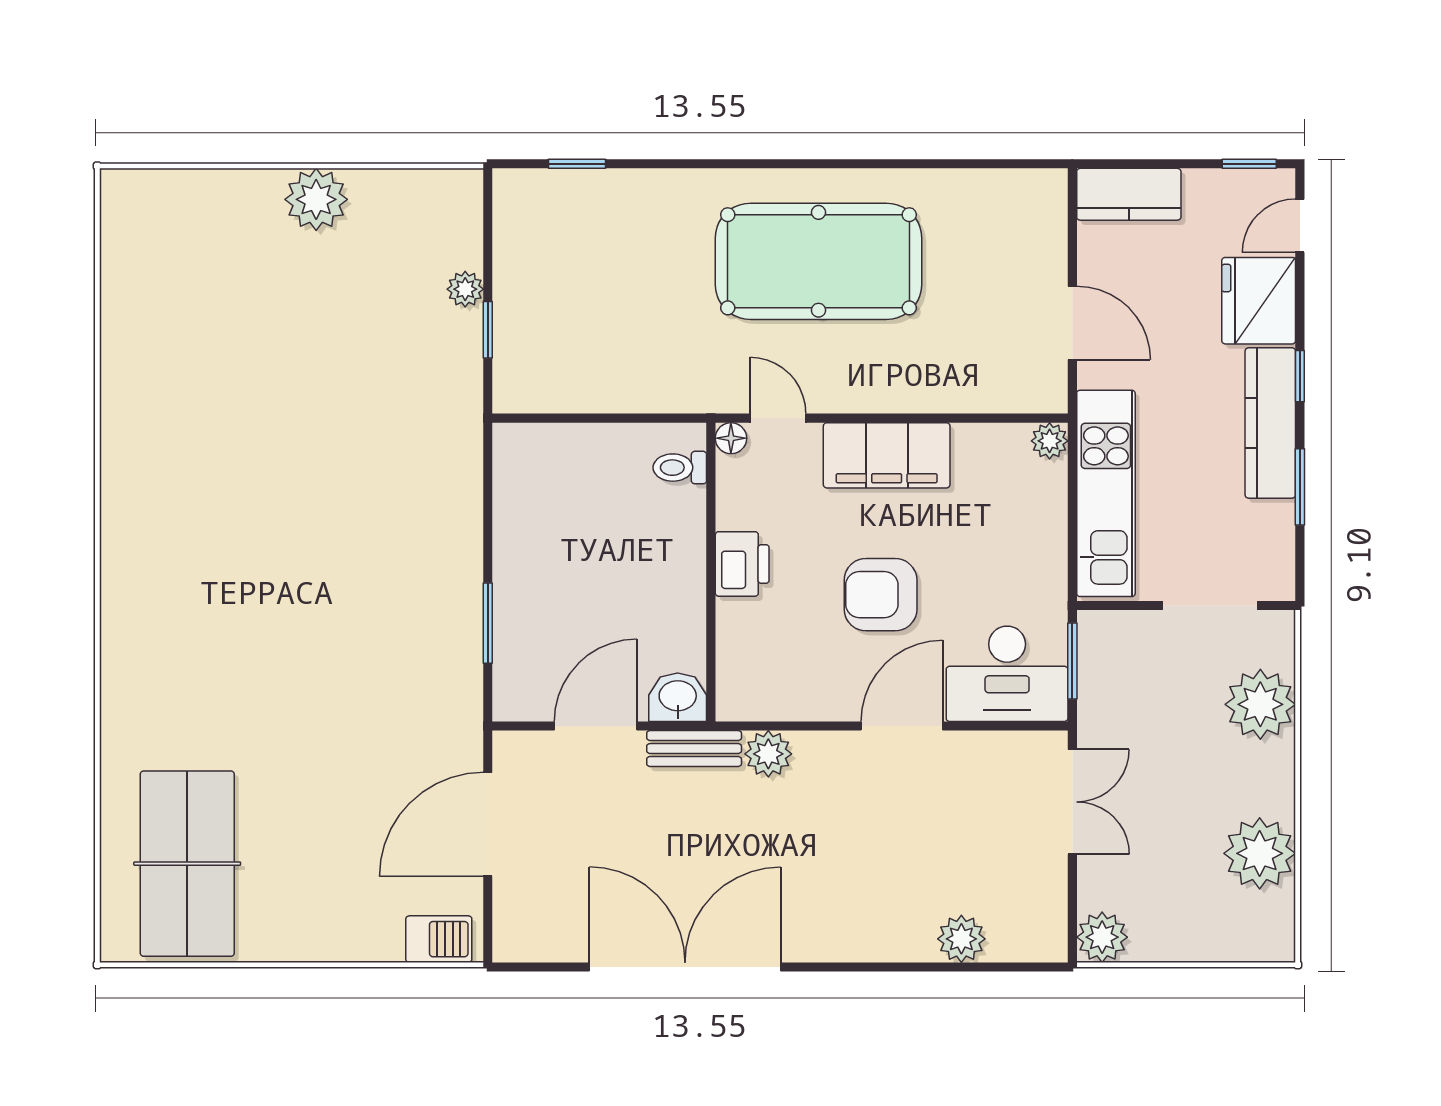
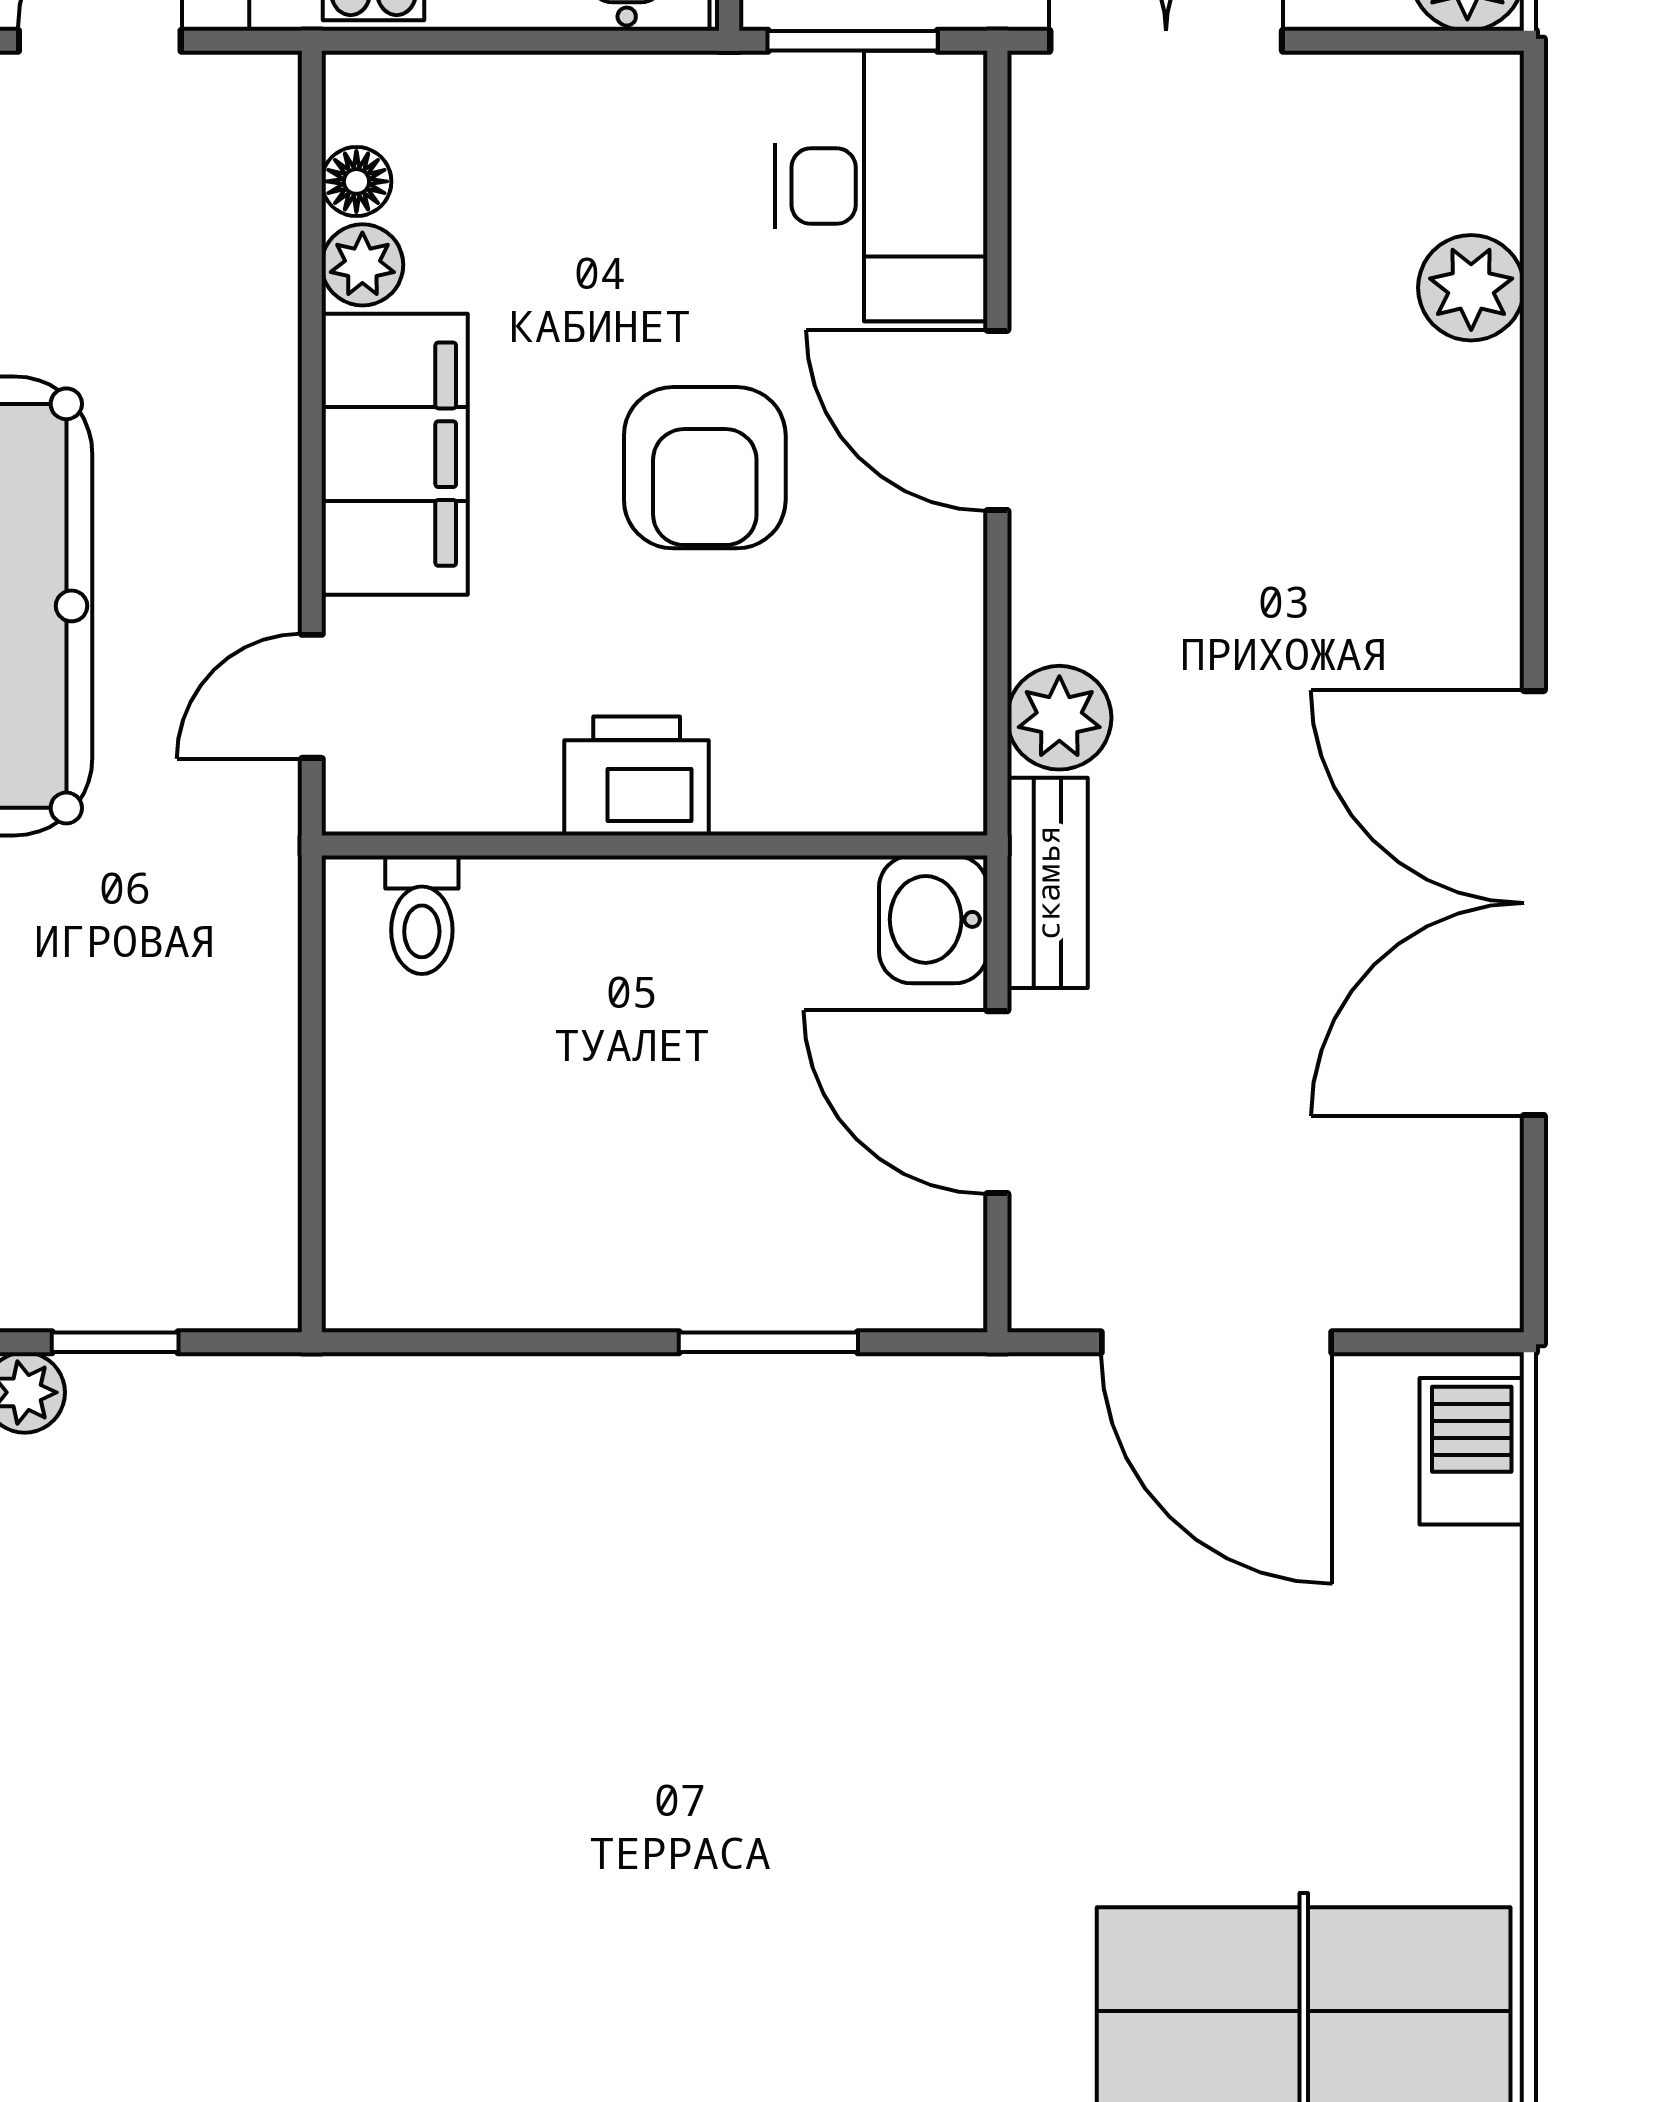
floor lamp: (731, 438) -> (356, 181), moved
plant: (1050, 441) -> (362, 265), moved

